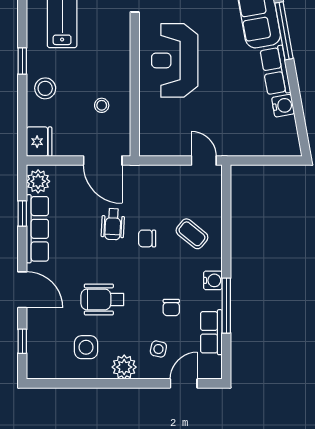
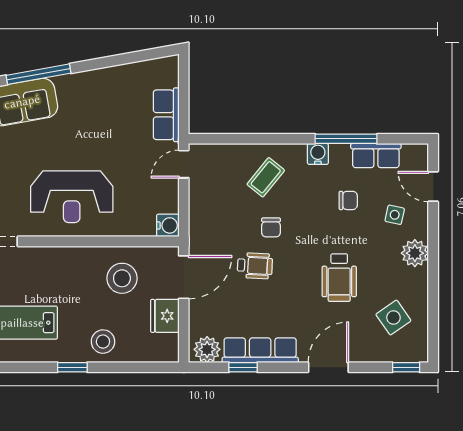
row of seats: (275, 71) -> (166, 115), moved, turned 100
stool: (102, 105) -> (122, 278), width x1.89, depth x1.89
water cooler: (283, 106) -> (168, 225), moved, turned 100
fridge: (39, 142) -> (165, 316), moved, turned -90
window: (22, 341) -> (406, 367), moved
side table: (86, 347) -> (393, 317), moved, turned -35

